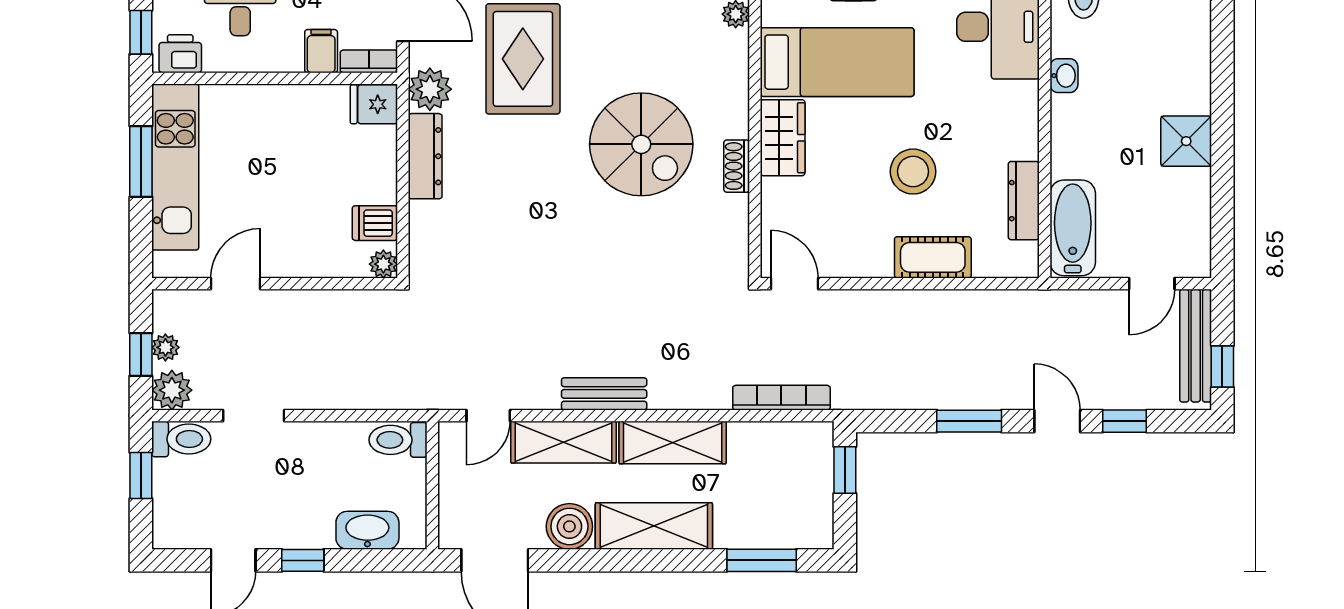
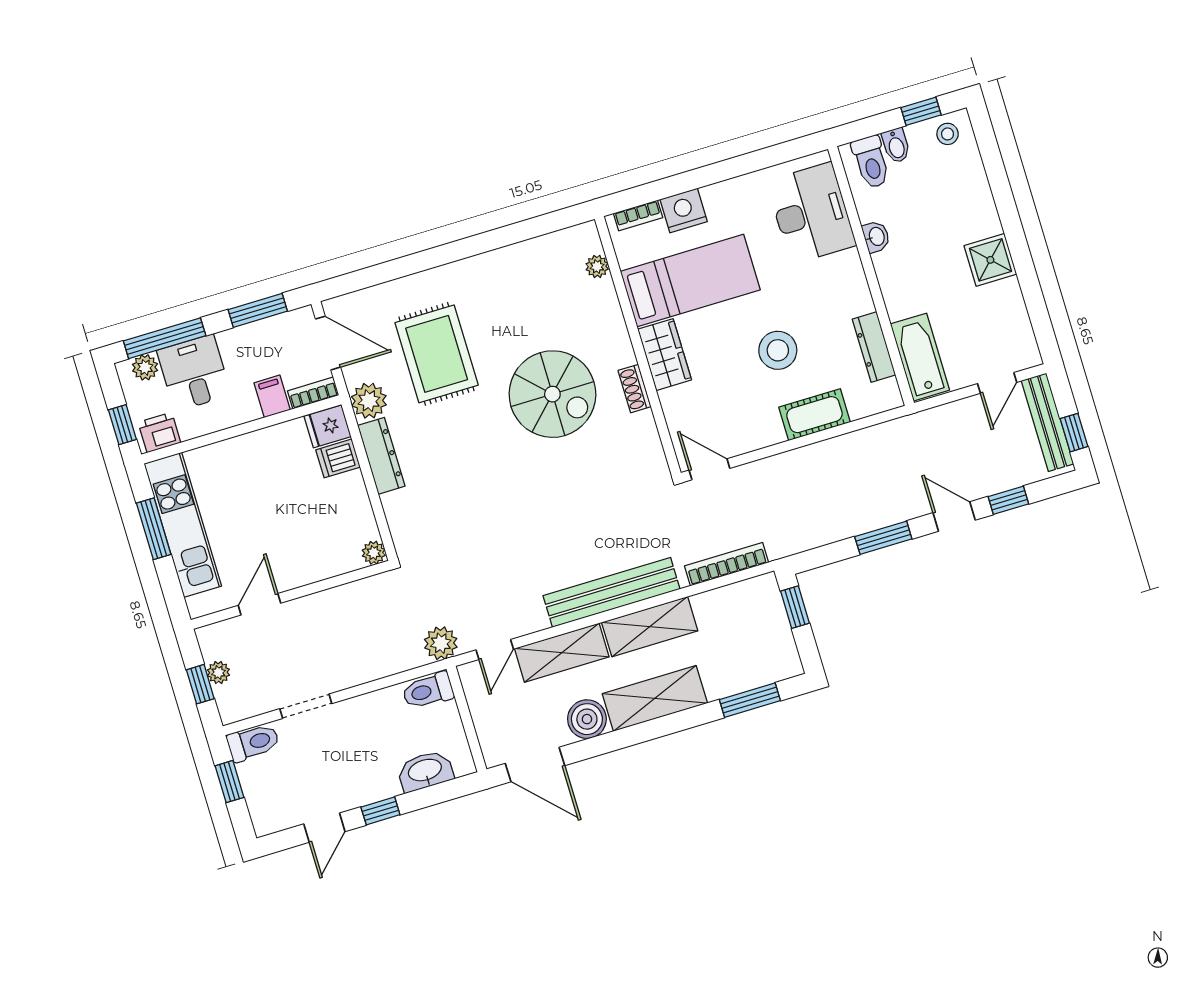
dishwasher: (375, 223) -> (338, 458), moved
plant: (172, 390) -> (441, 643), moved
bench: (604, 394) -> (612, 592), width x1.86, depth x1.21

